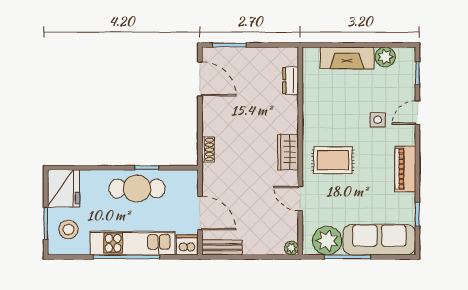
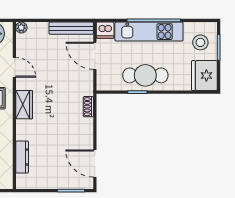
dresser: (291, 81) -> (22, 157), width x1.44
bench: (222, 247) -> (71, 28), width x1.36

